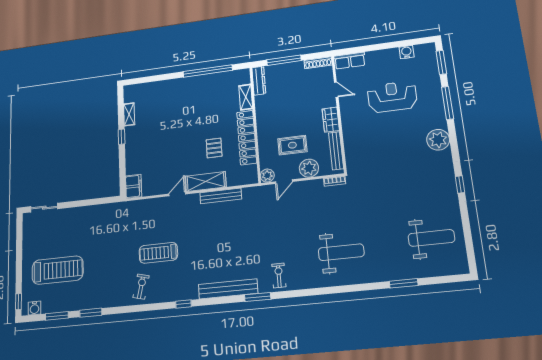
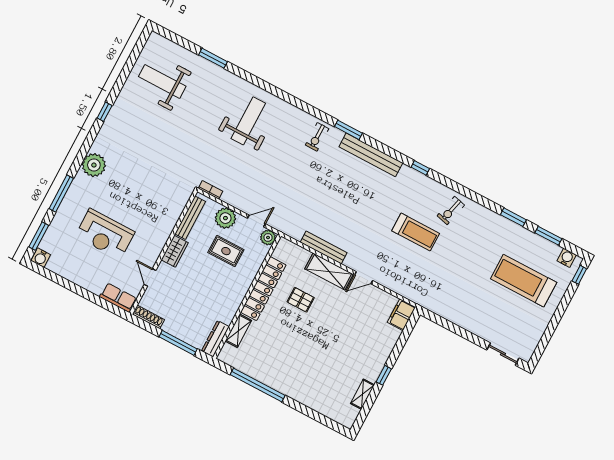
water cooler: (406, 52) -> (41, 258), moved
pallet: (214, 148) -> (301, 300), turned 90
weight bench: (341, 252) -> (248, 121), turned 90

